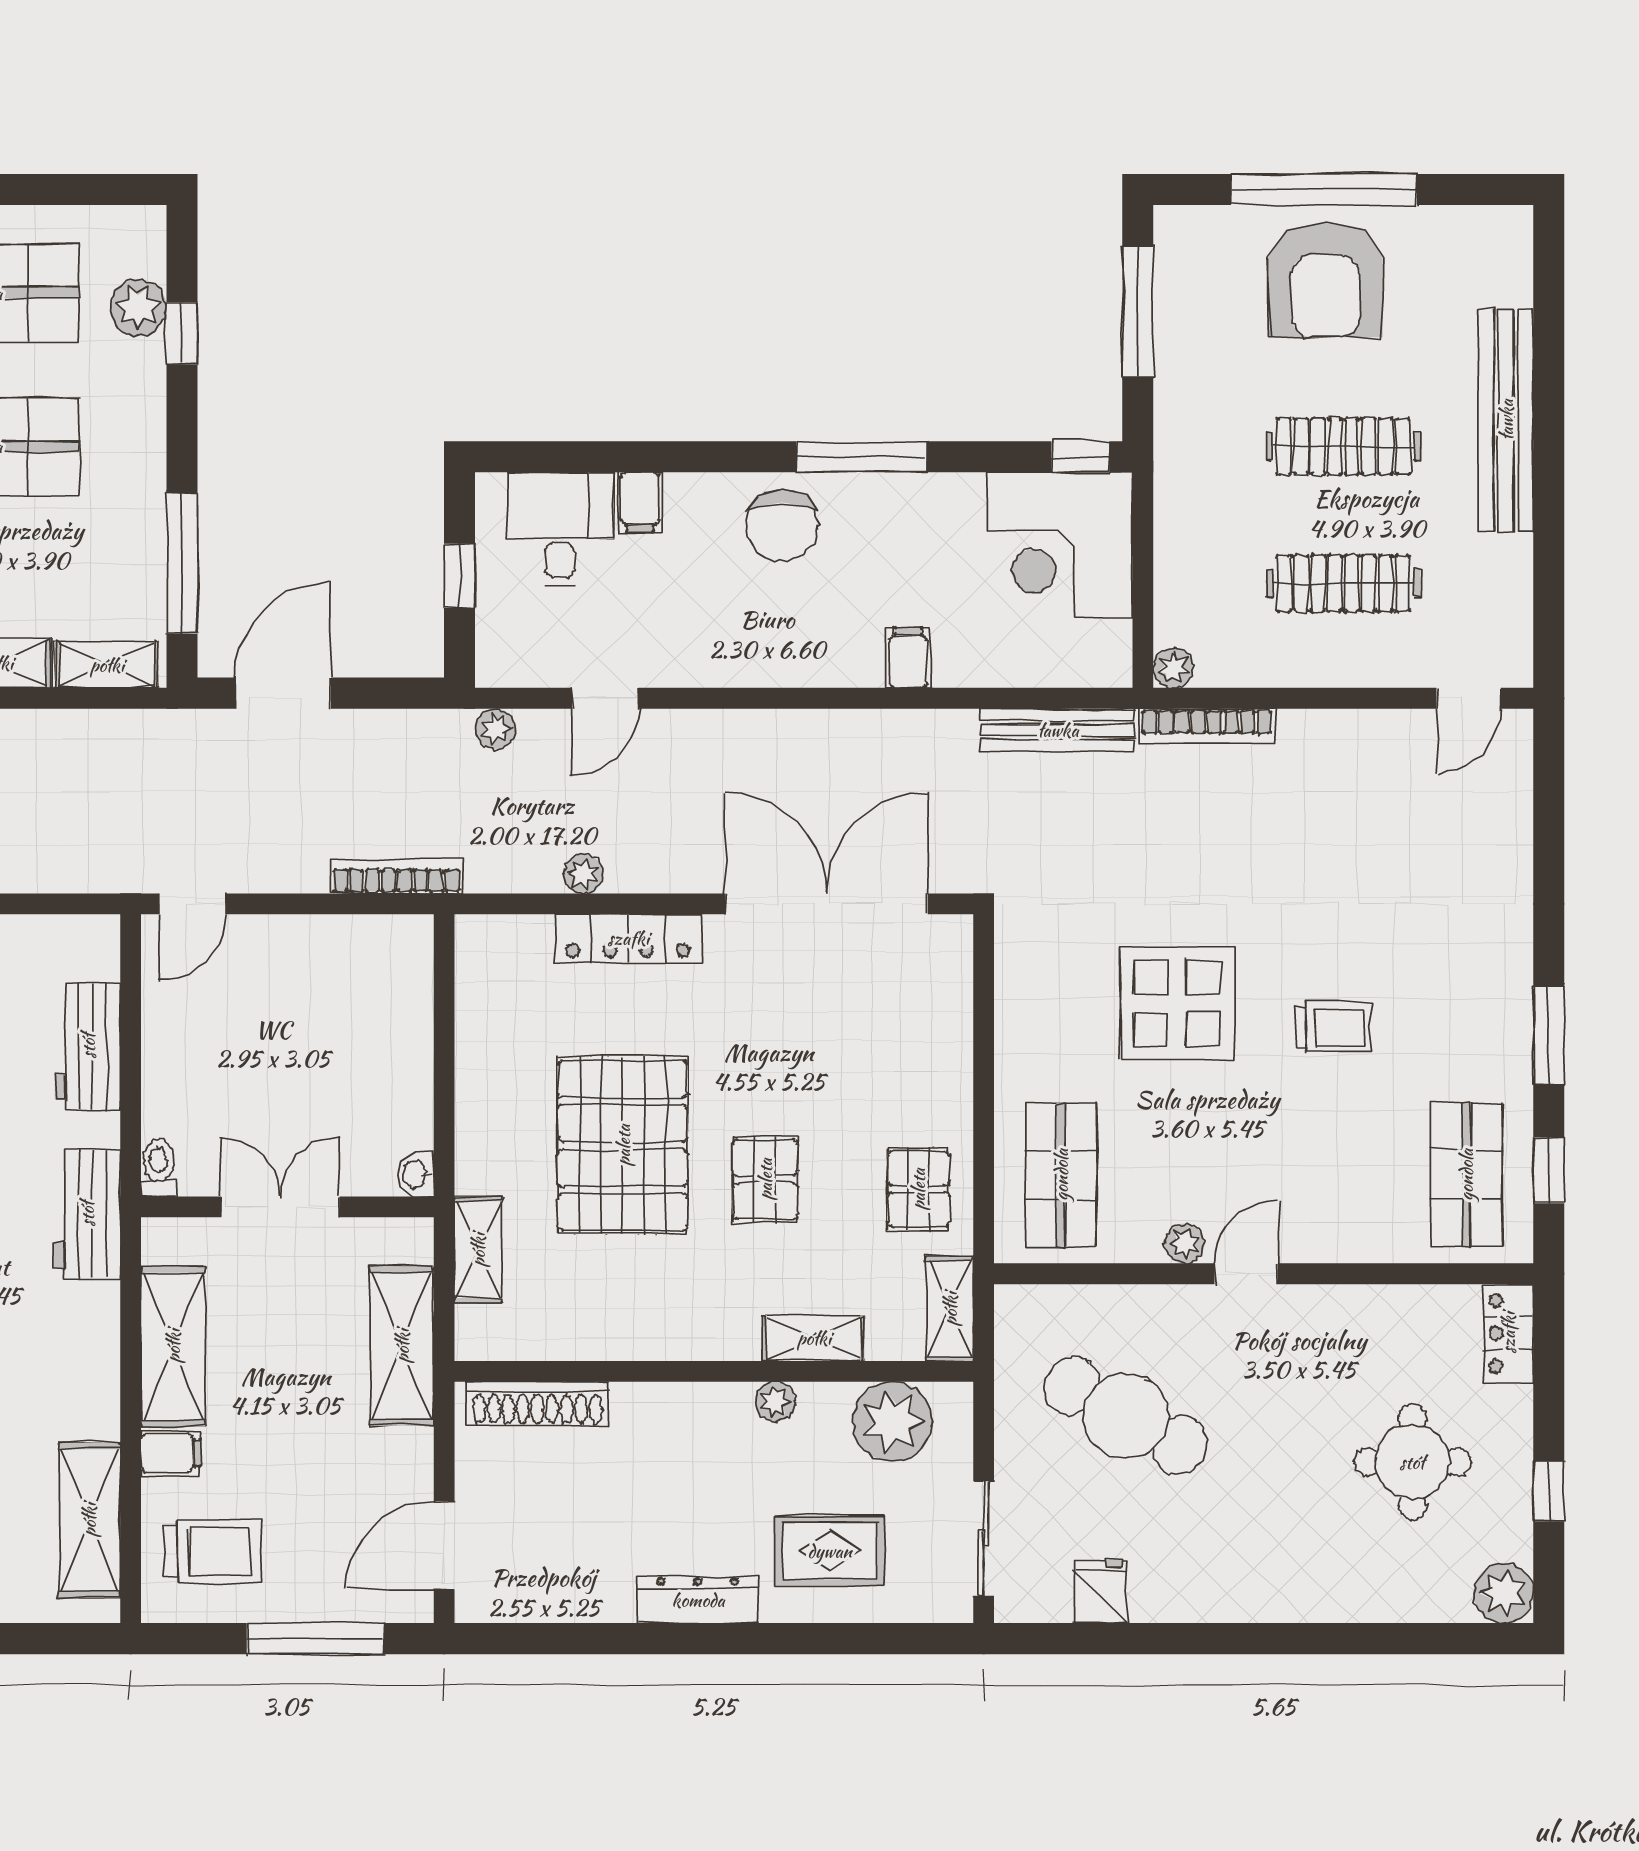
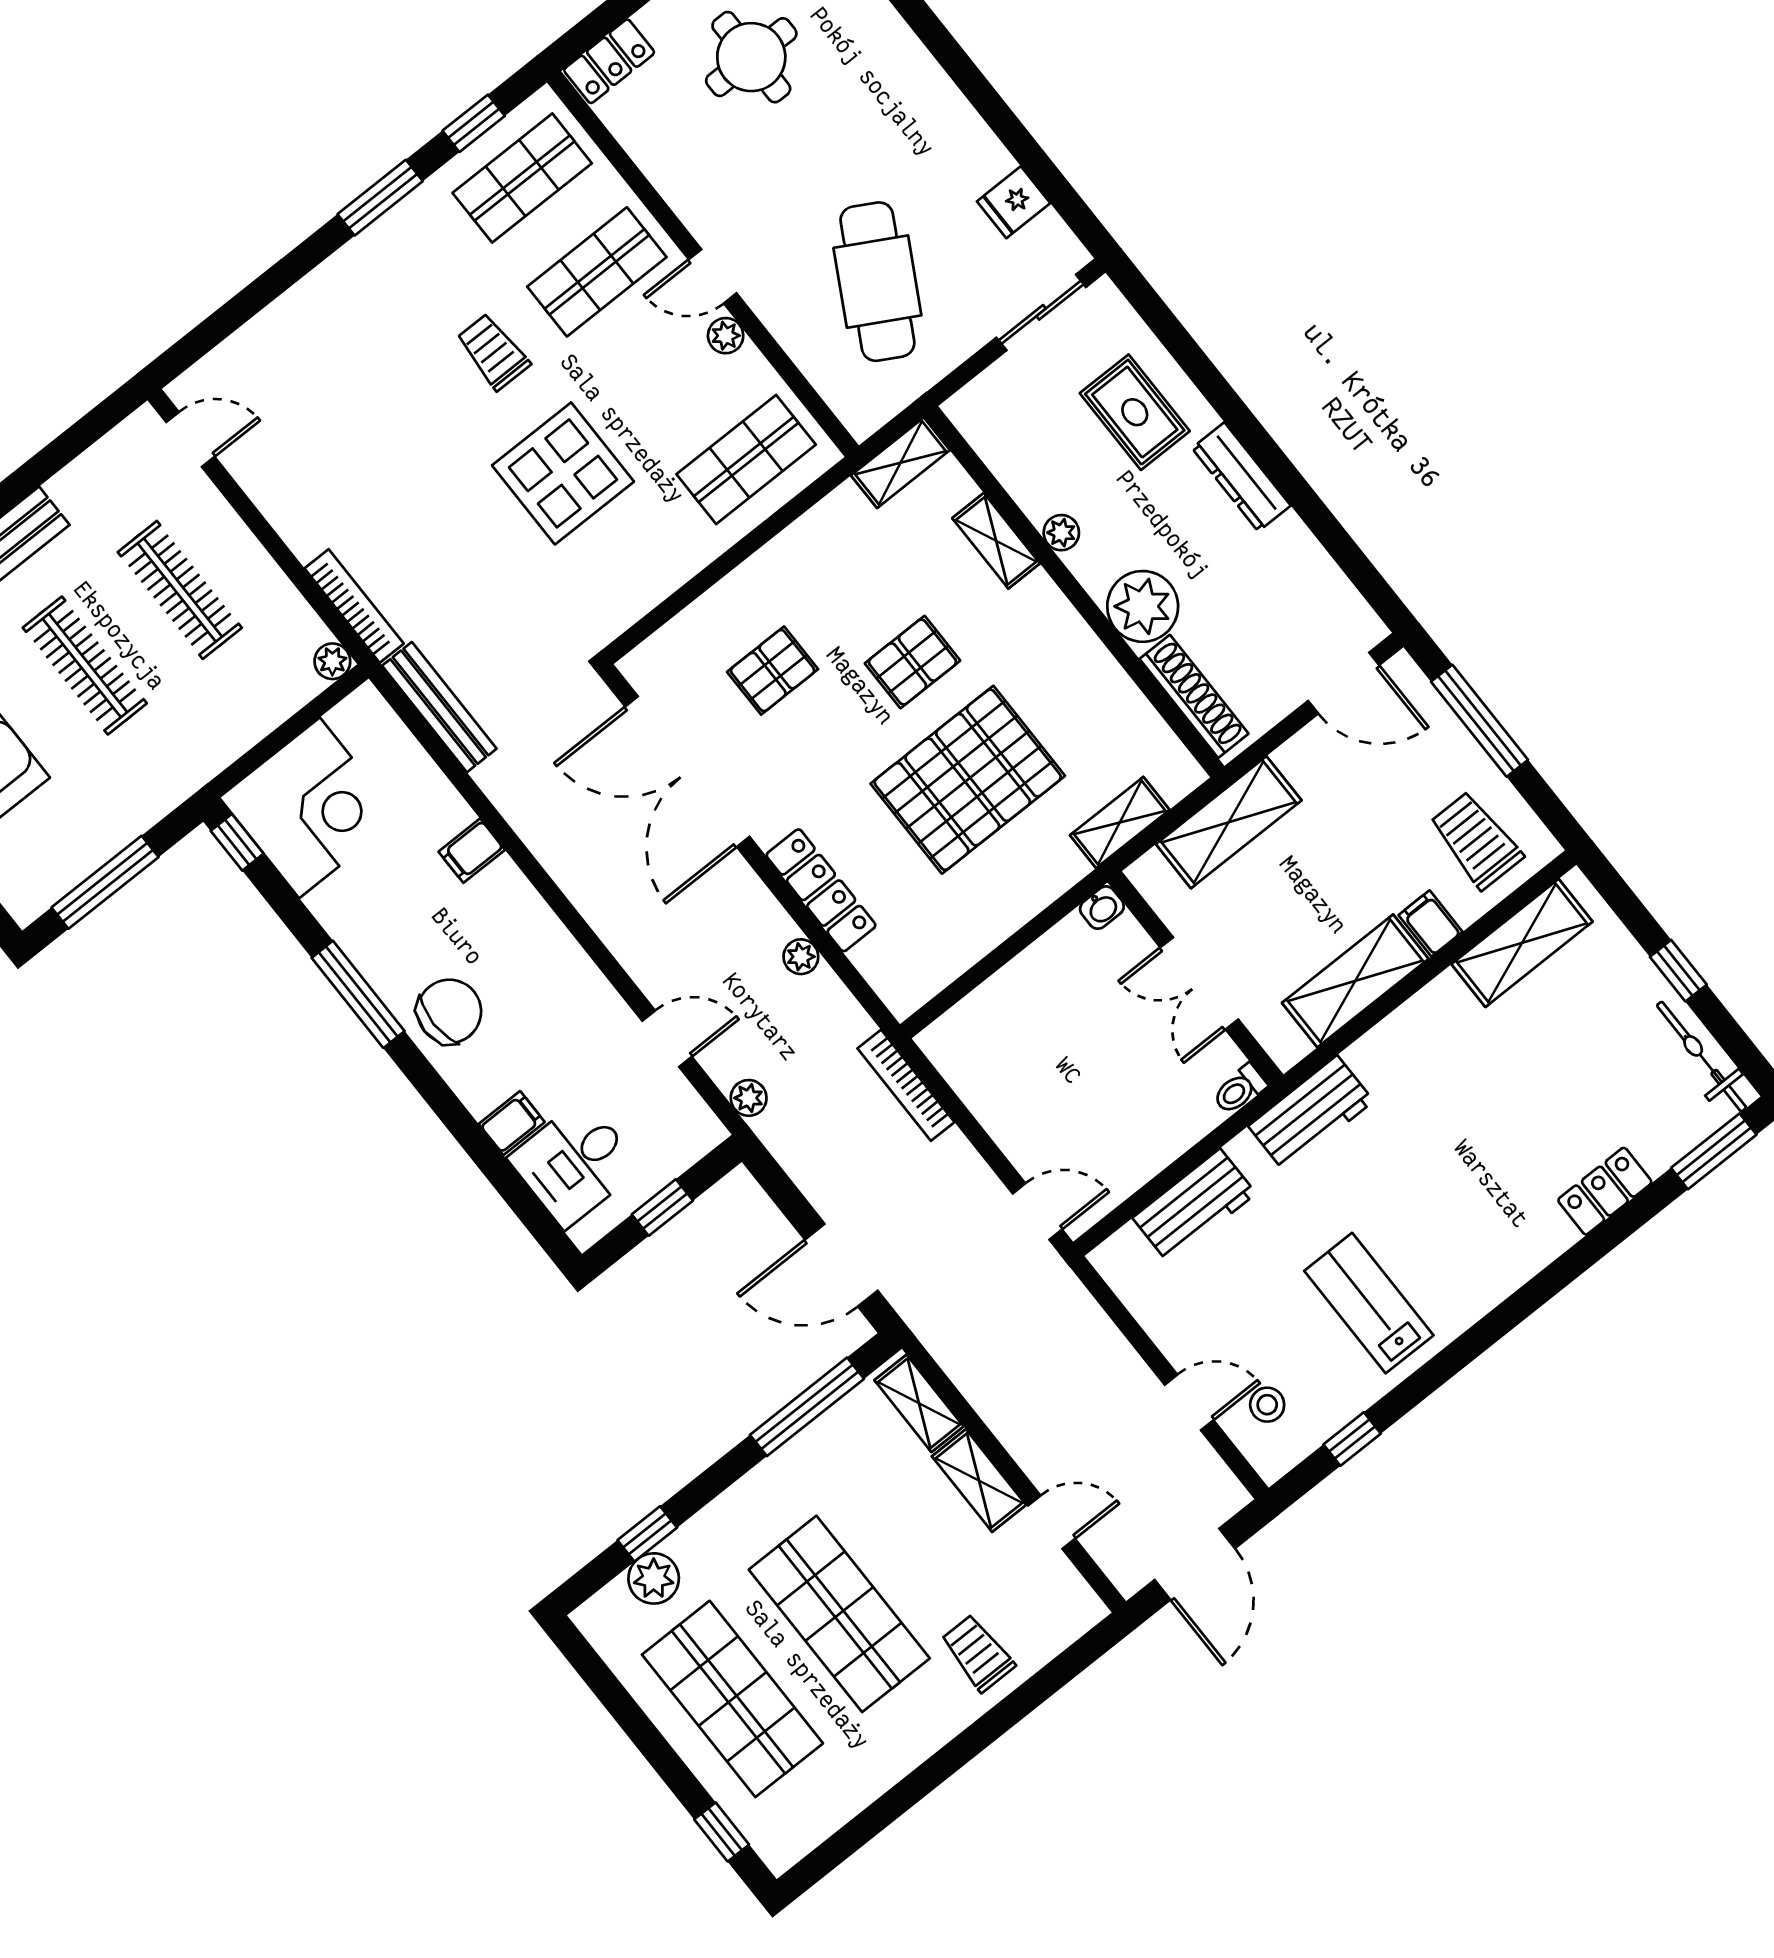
shop shelf: (1331, 1175) -> (597, 272), added
pallet: (918, 1189) -> (773, 671), moved
plant: (893, 1422) -> (1143, 606), moved

